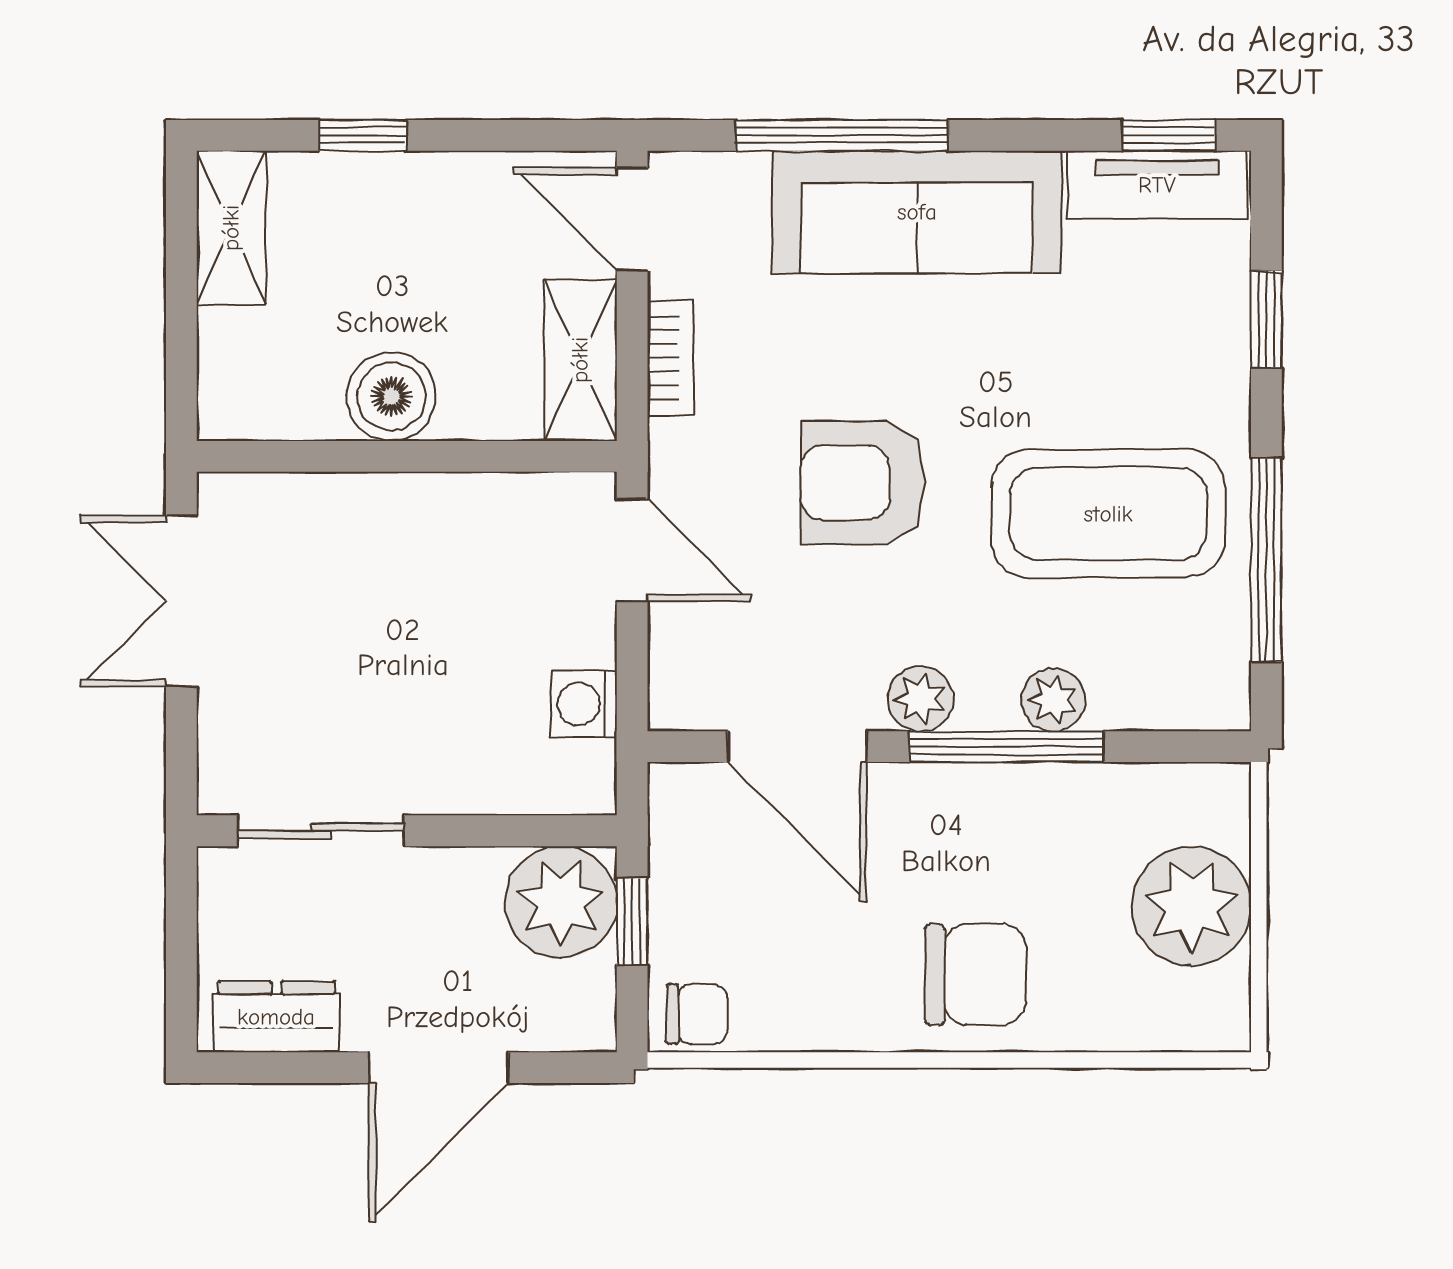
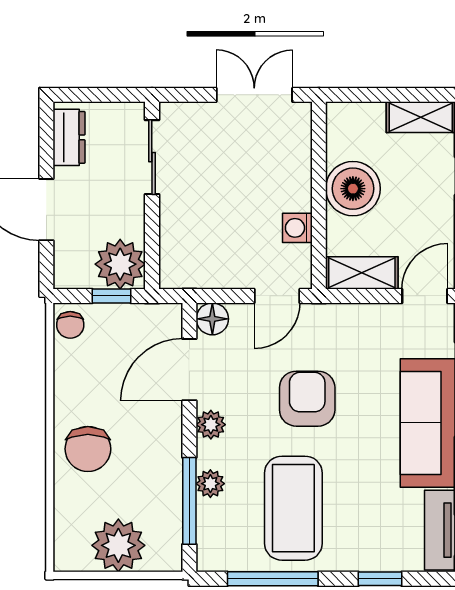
bookcase: (670, 358) -> (363, 313), removed
boiler: (391, 396) -> (353, 189), width x1.37, depth x1.37
floor lamp: (683, 695) -> (212, 319), added
washing machine: (584, 704) -> (297, 228), moved, turned -90
window: (1007, 747) -> (189, 501), moved

